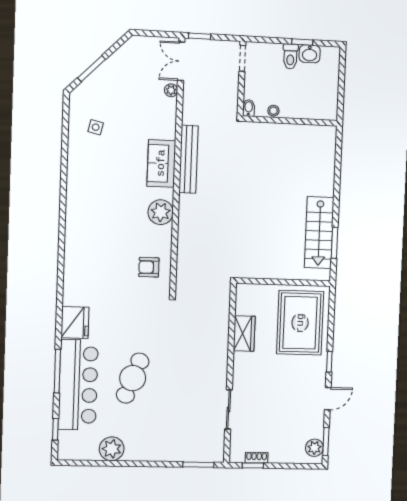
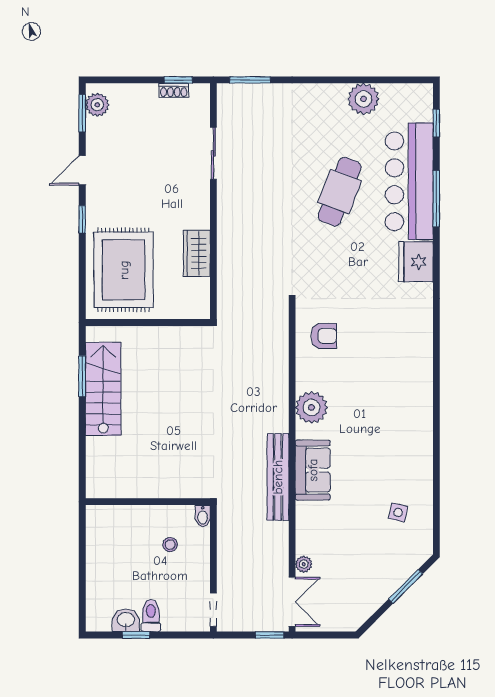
bidet: (249, 108) -> (203, 516), moved
wall: (290, 121) -> (148, 502), moved

